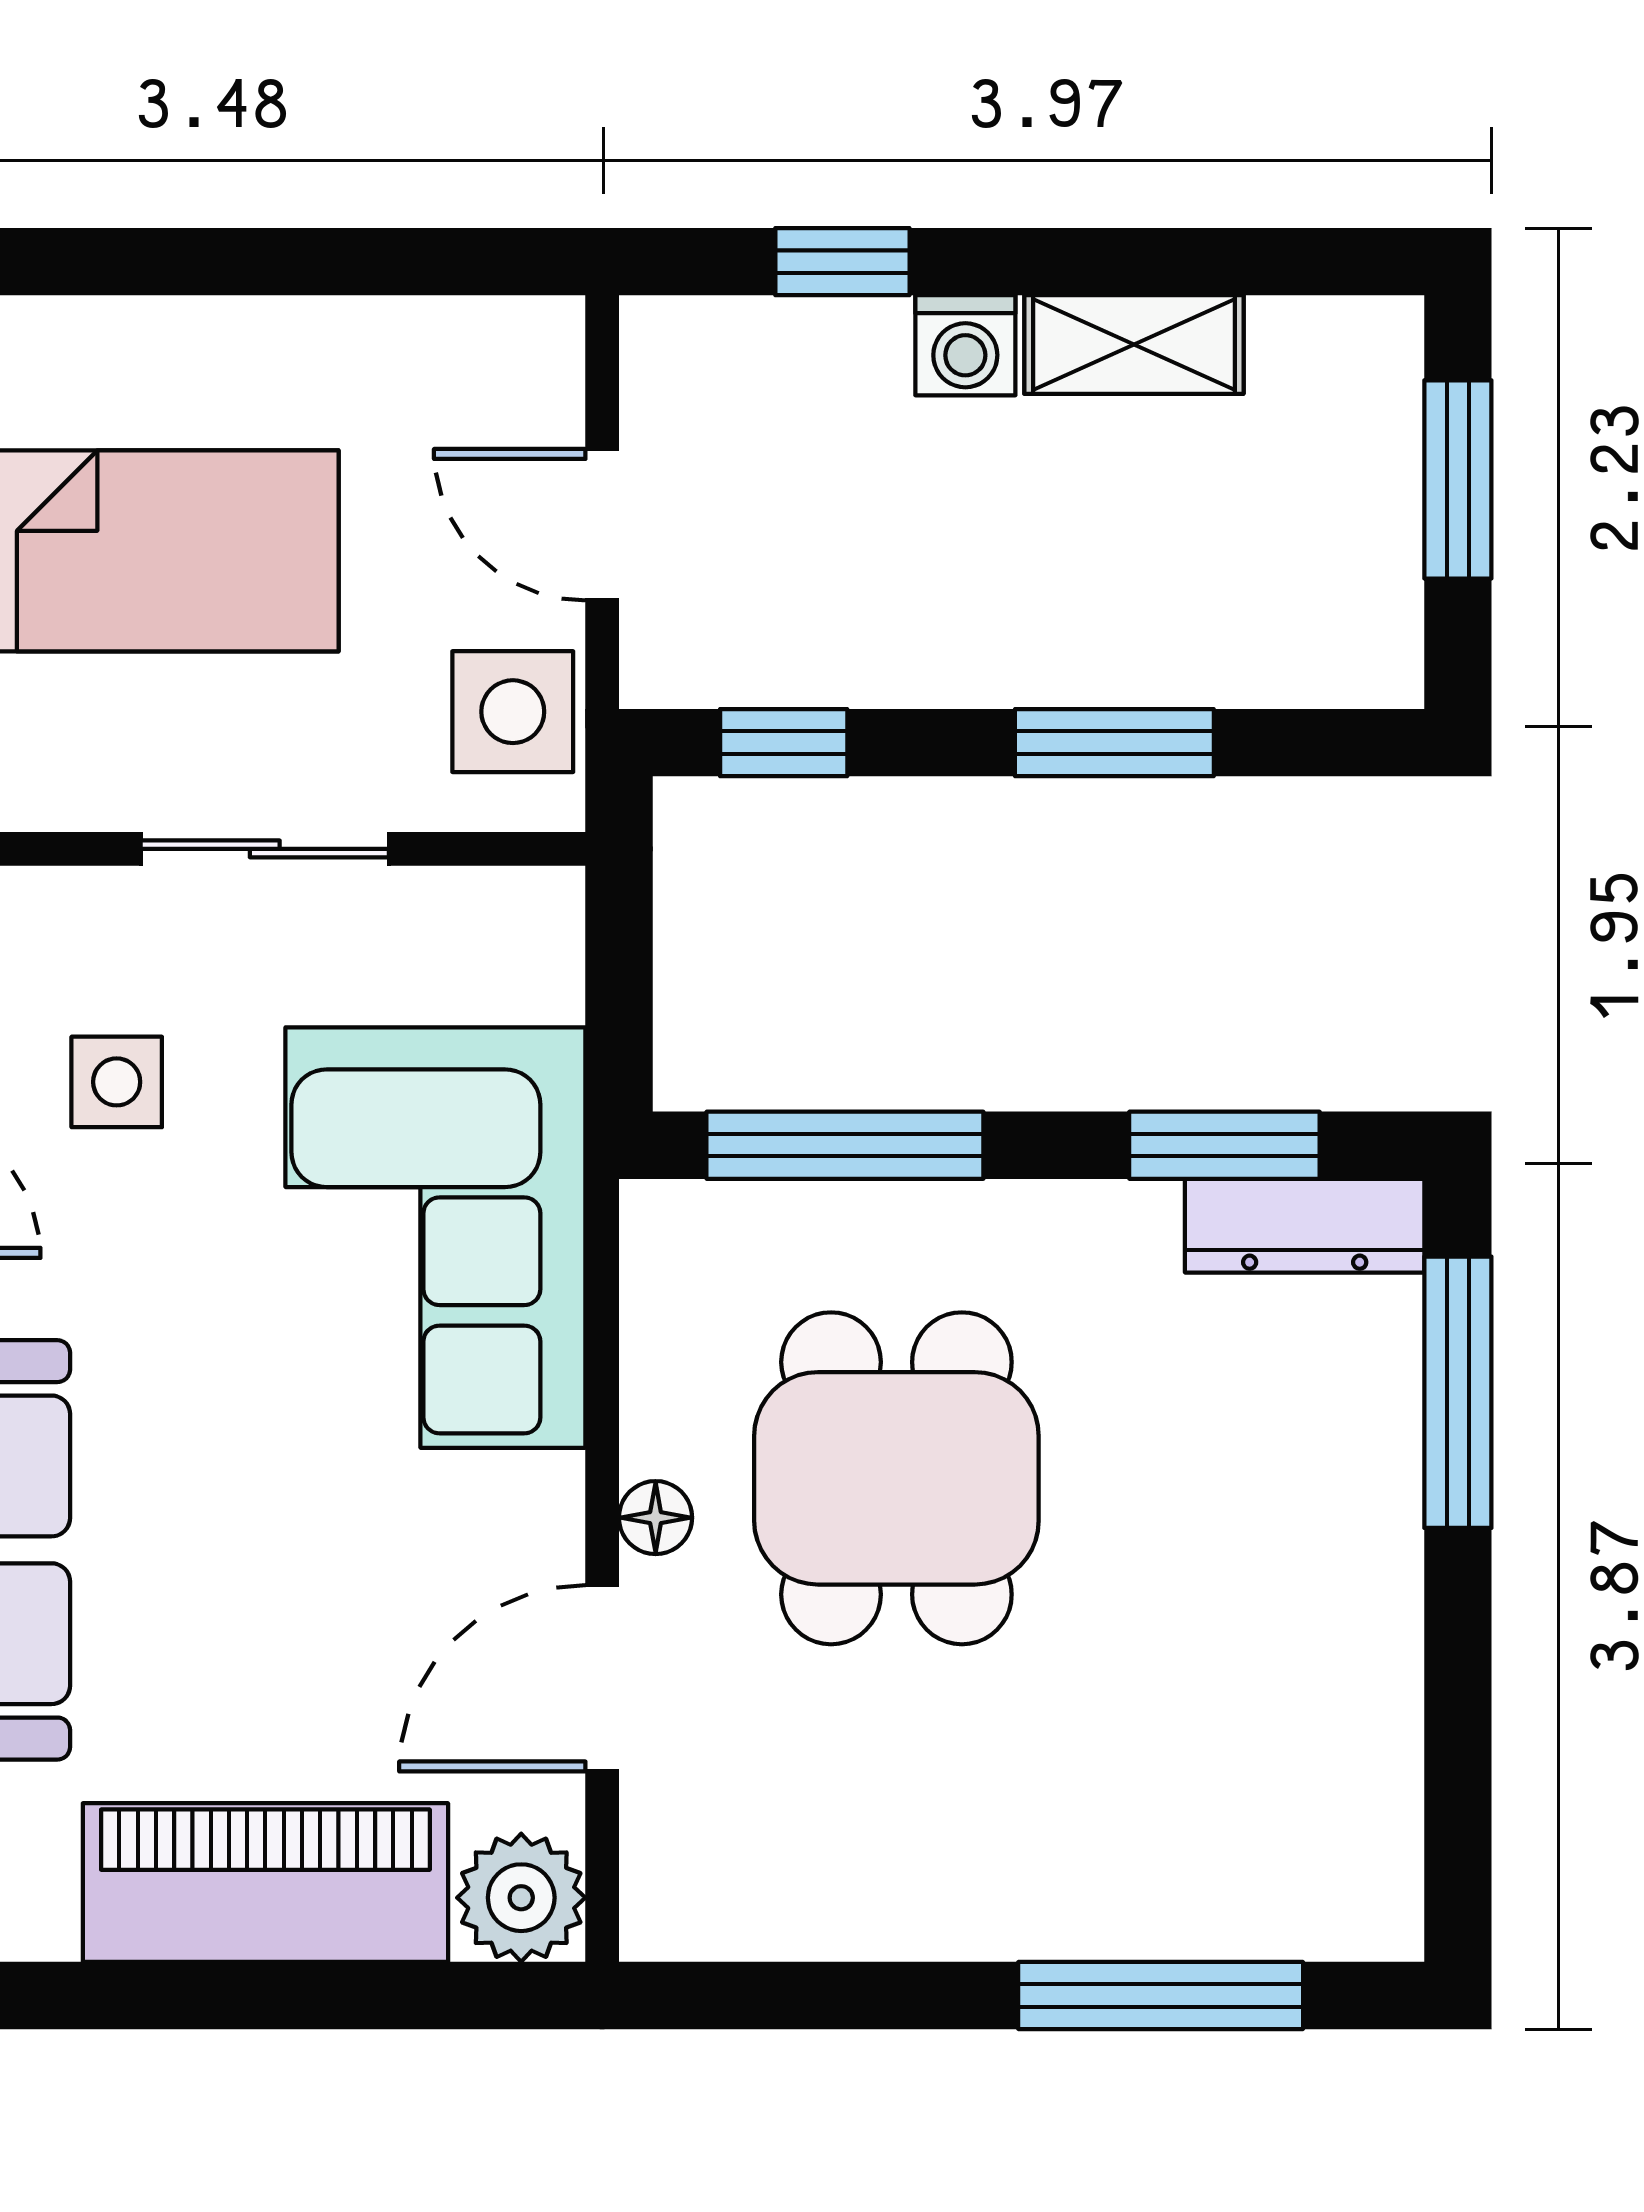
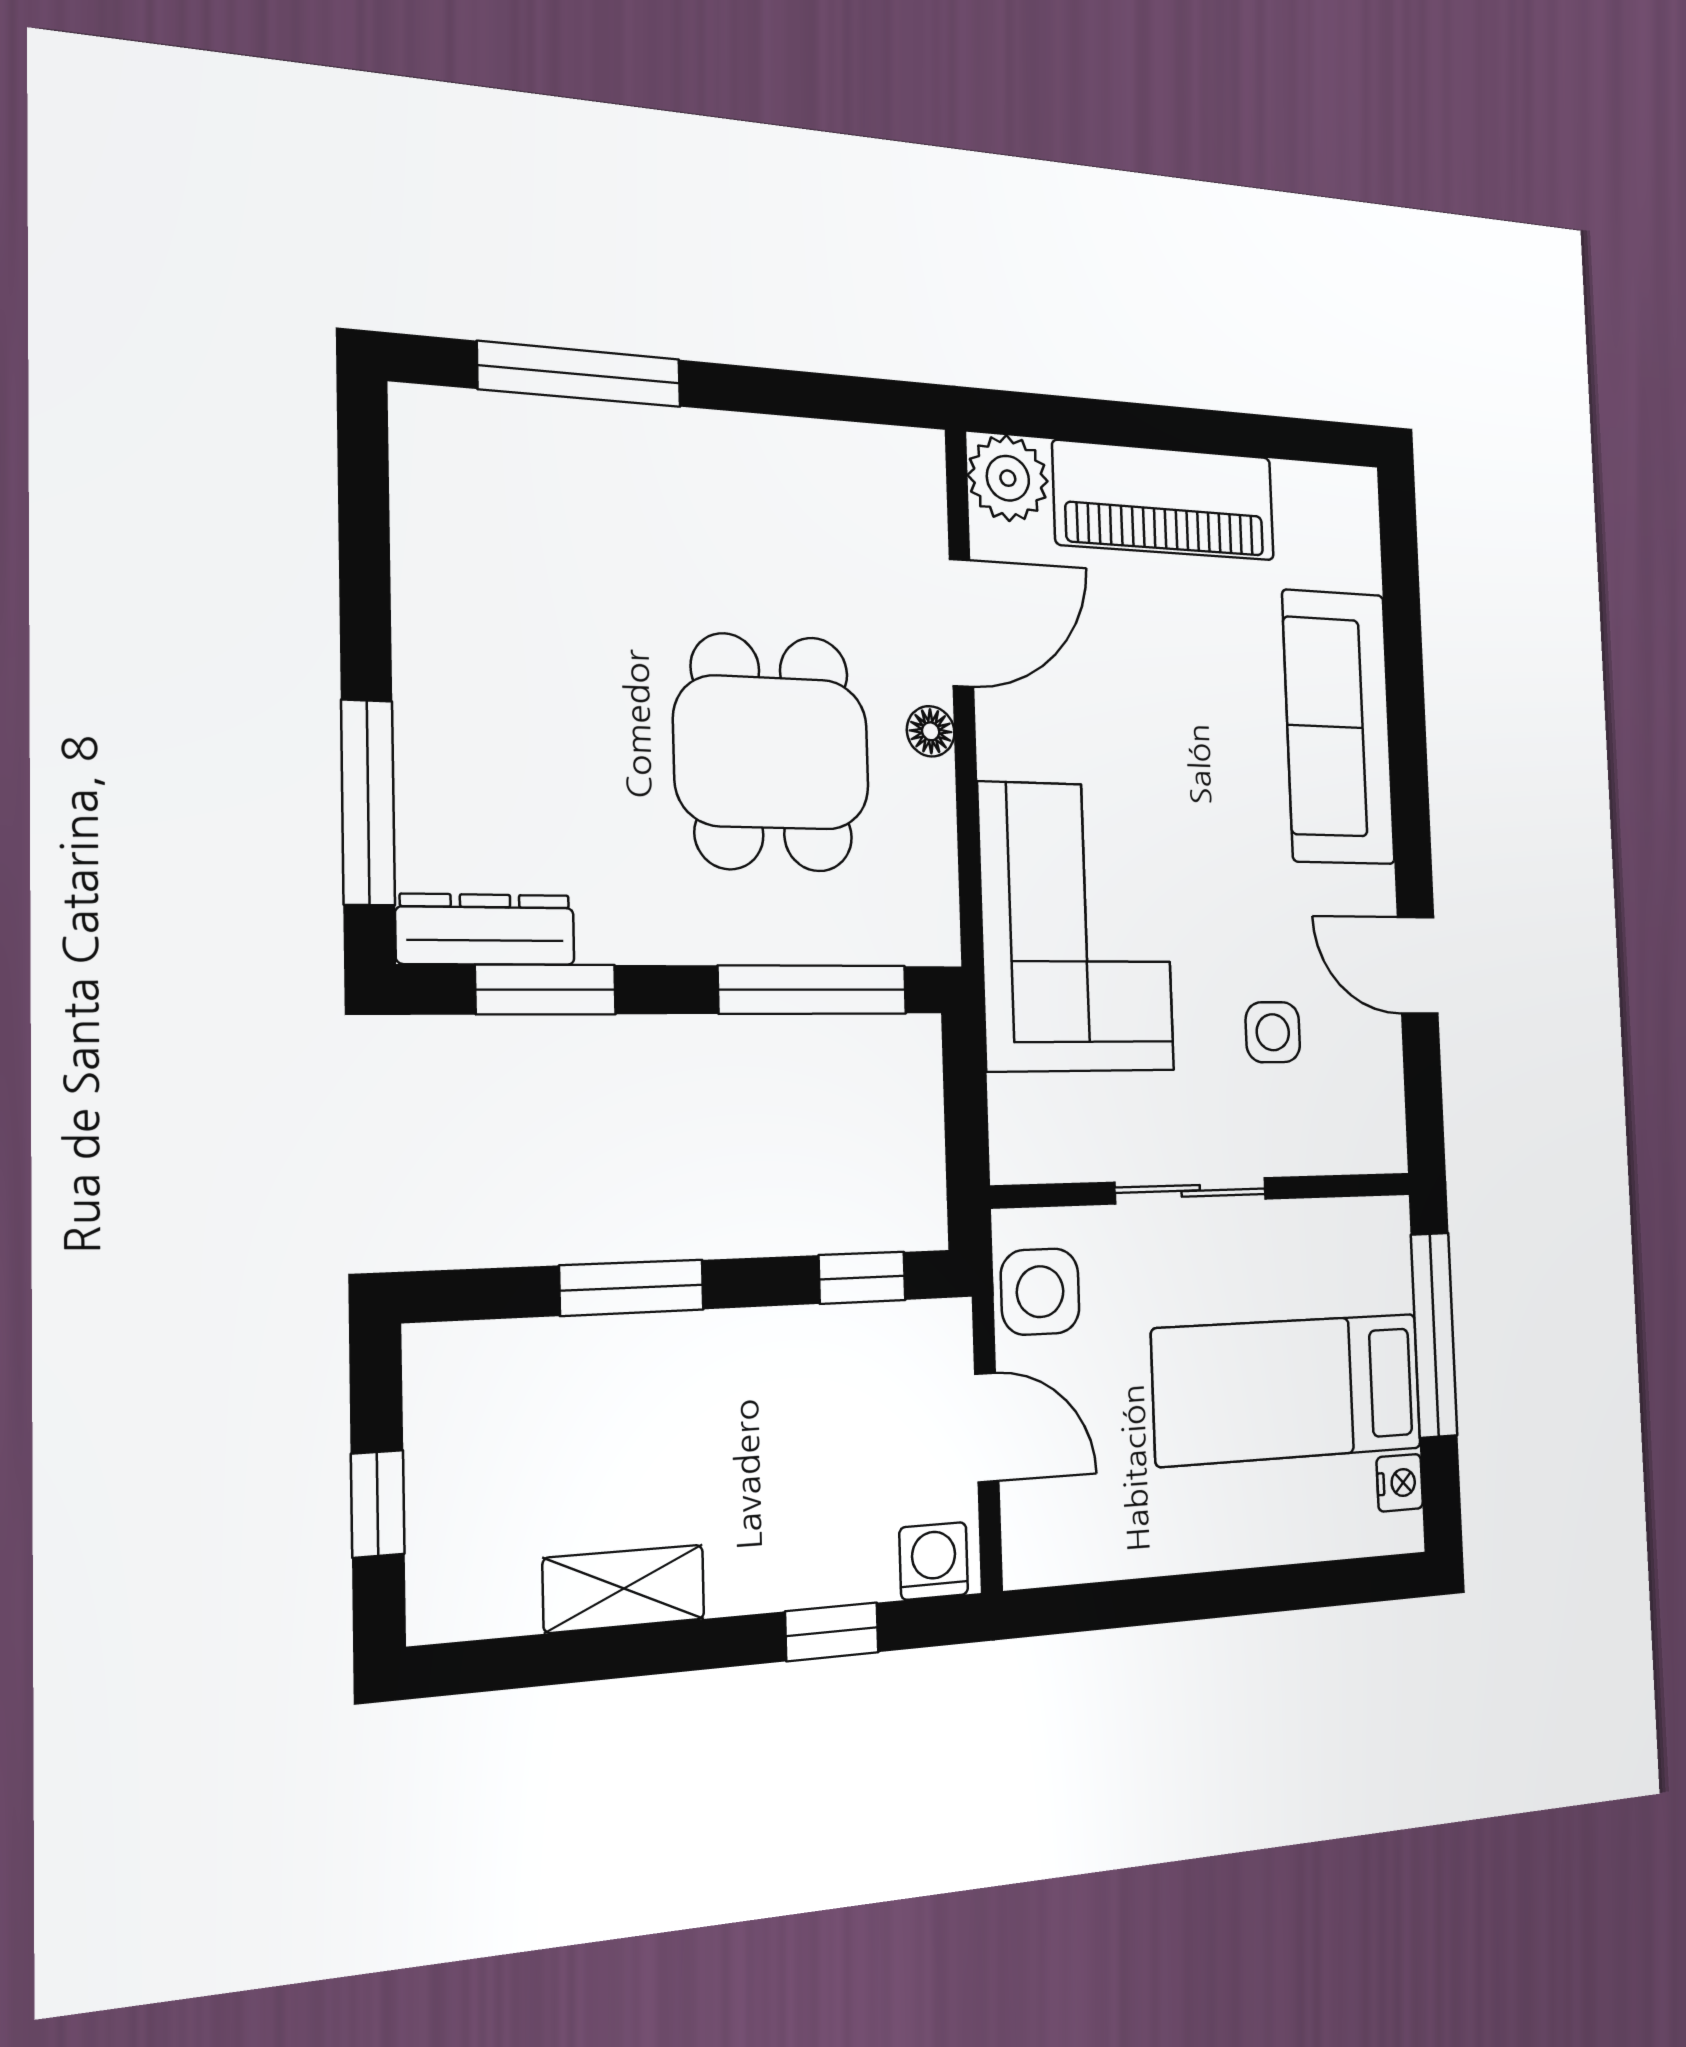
washing machine: (965, 345) -> (934, 1561), moved
window: (1458, 479) -> (378, 1504), width x0.67

